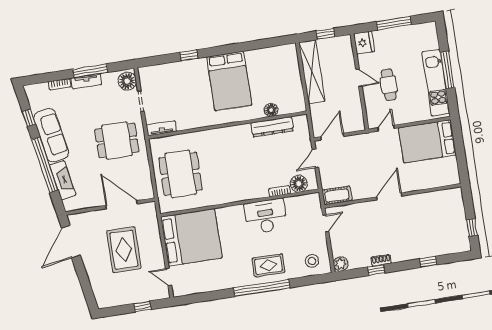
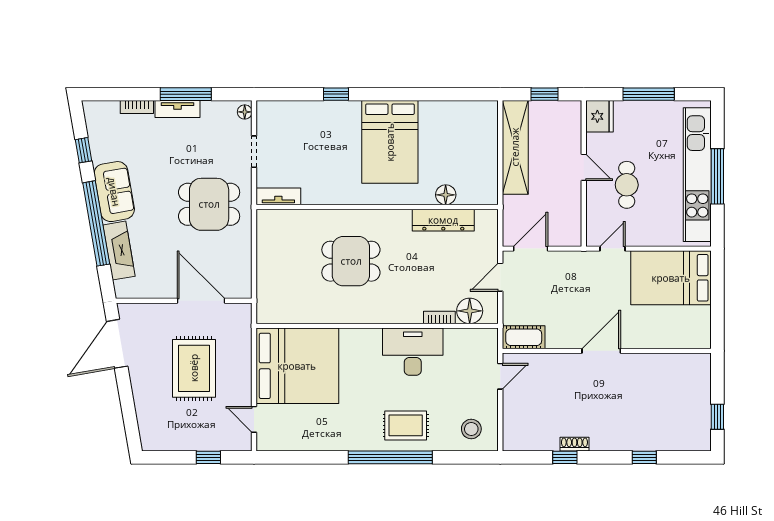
floor lamp: (127, 81) -> (245, 112), width x0.53, depth x0.53
kitchen unit: (436, 83) -> (697, 175), width x1.36
sofa: (51, 135) -> (114, 192), width x0.73
dining table: (180, 174) -> (351, 261), moved, width x0.73
plant: (341, 264) -> (513, 440), removed

